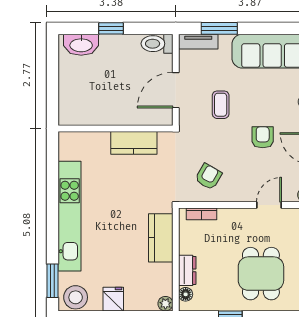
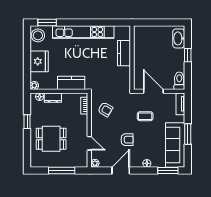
window: (219, 28) -> (188, 134), moved
kitchen counter: (134, 143) -> (124, 53), moved
fridge: (113, 299) -> (39, 61), width x1.88, depth x1.34

